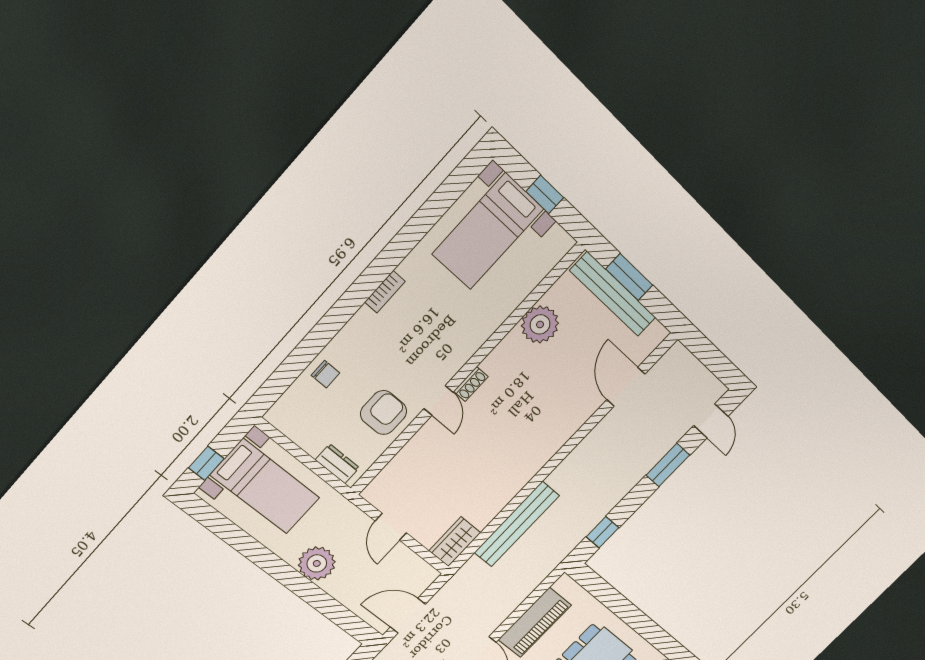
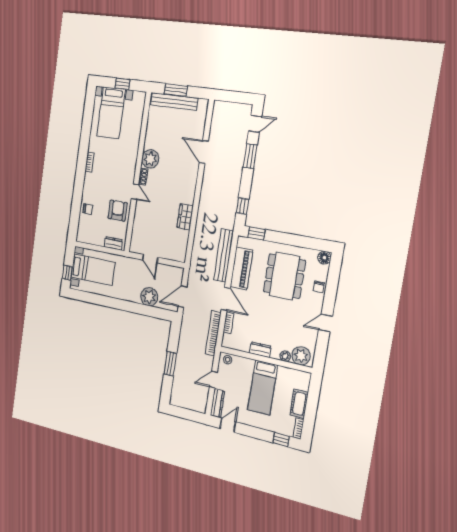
plant: (540, 324) -> (150, 159), moved
door: (626, 387) -> (204, 152), moved
door: (711, 421) -> (255, 124), hinge flipped
bench: (517, 524) -> (224, 256), moved
wardrobe: (455, 542) -> (185, 217), moved
plant: (317, 563) -> (149, 297), moved
window: (594, 584) -> (256, 233), added

